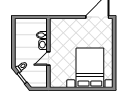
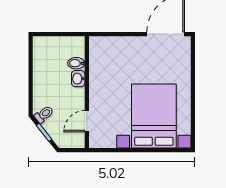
door: (48, 59) -> (87, 121), moved

